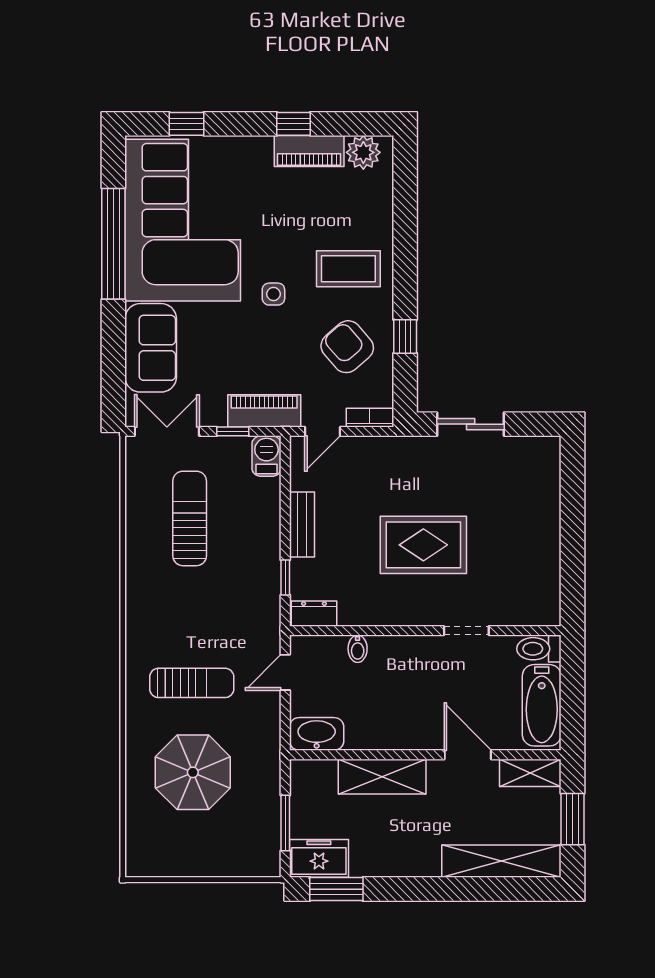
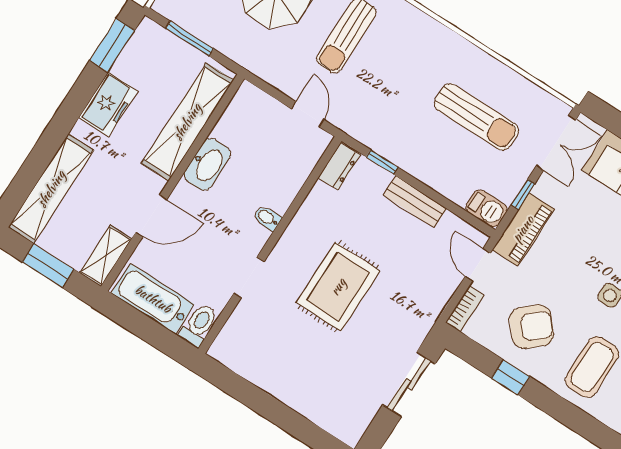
bidet: (358, 649) -> (267, 218), moved
washbasin: (317, 734) -> (207, 164), moved
shelving: (382, 777) -> (187, 122), width x1.47
freezer: (319, 858) -> (108, 104), moved

